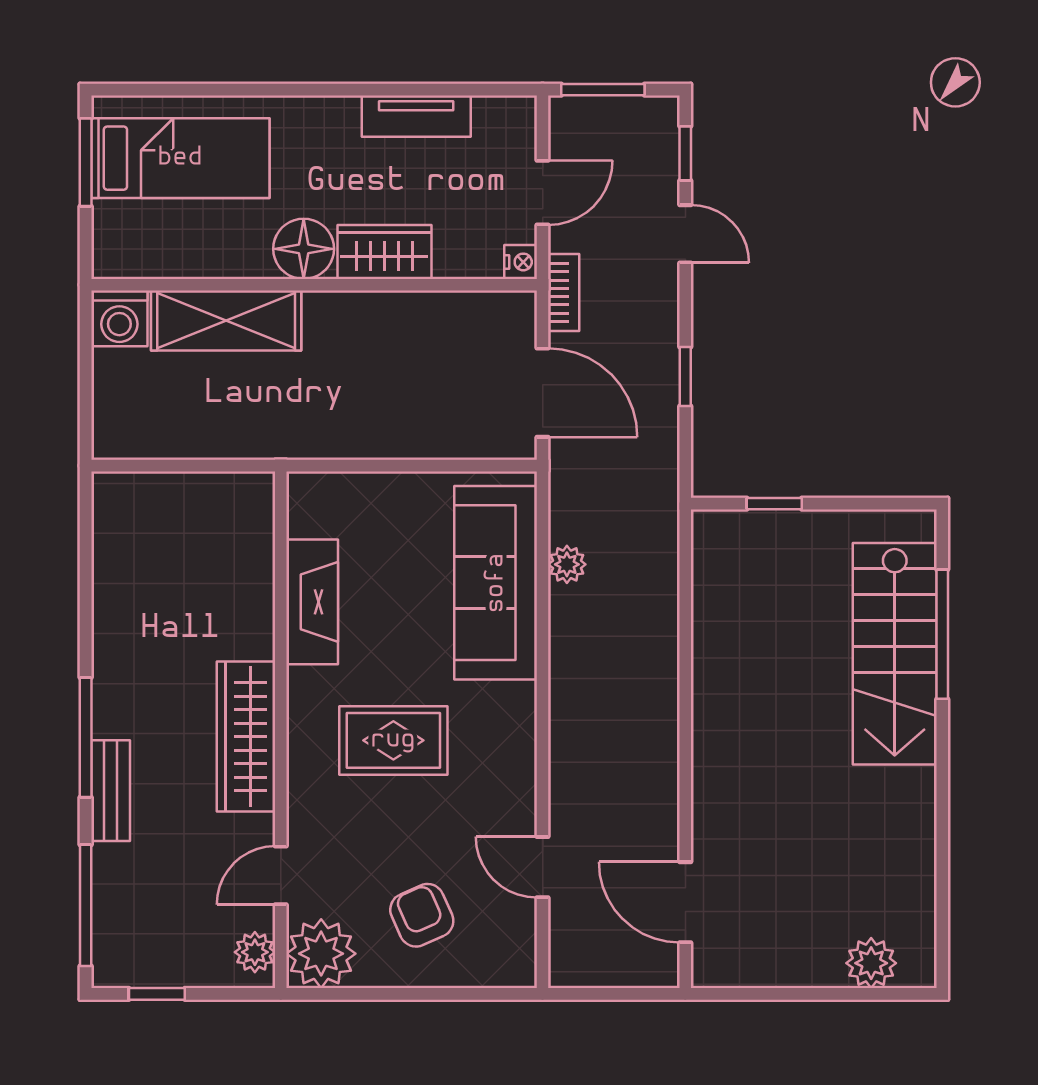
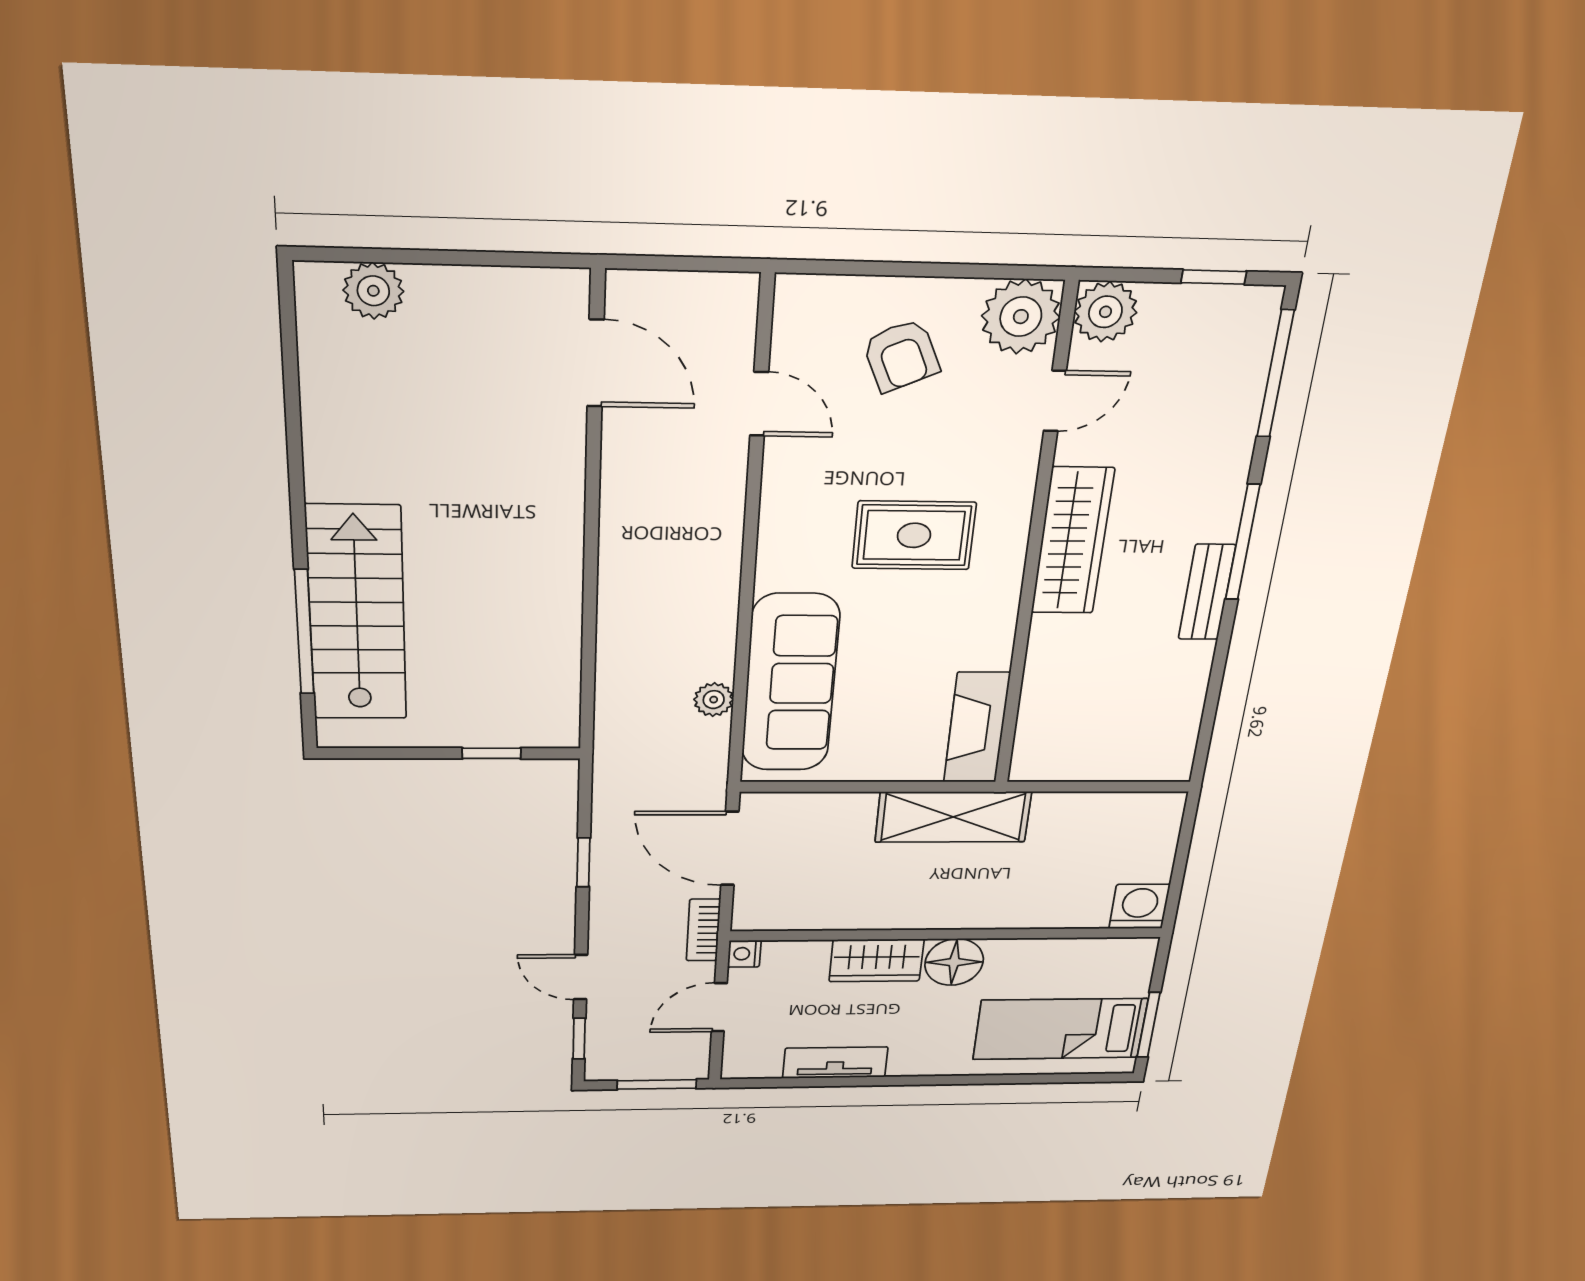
shelving: (226, 320) -> (953, 817), moved
fireplace: (312, 602) -> (977, 728), moved
bench: (111, 791) -> (1207, 592), moved
plant: (255, 952) -> (1105, 312), width x1.38, depth x1.38

